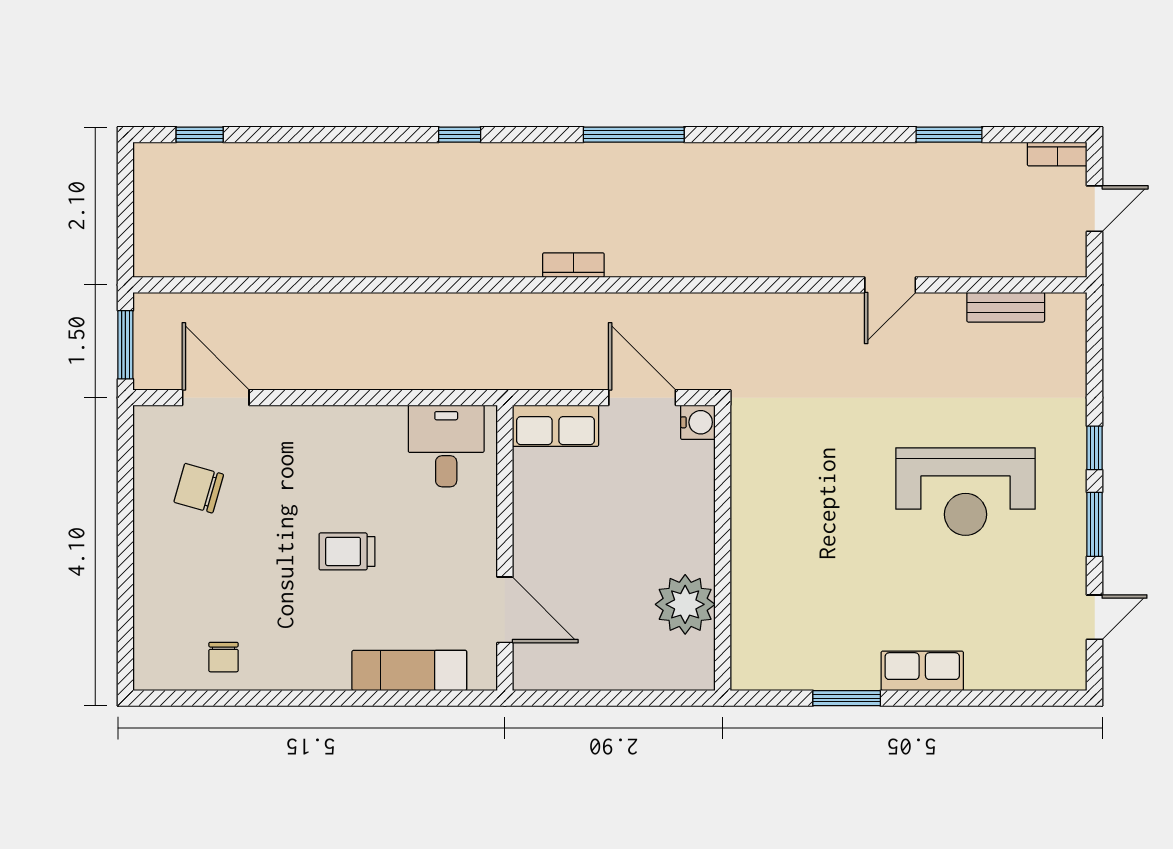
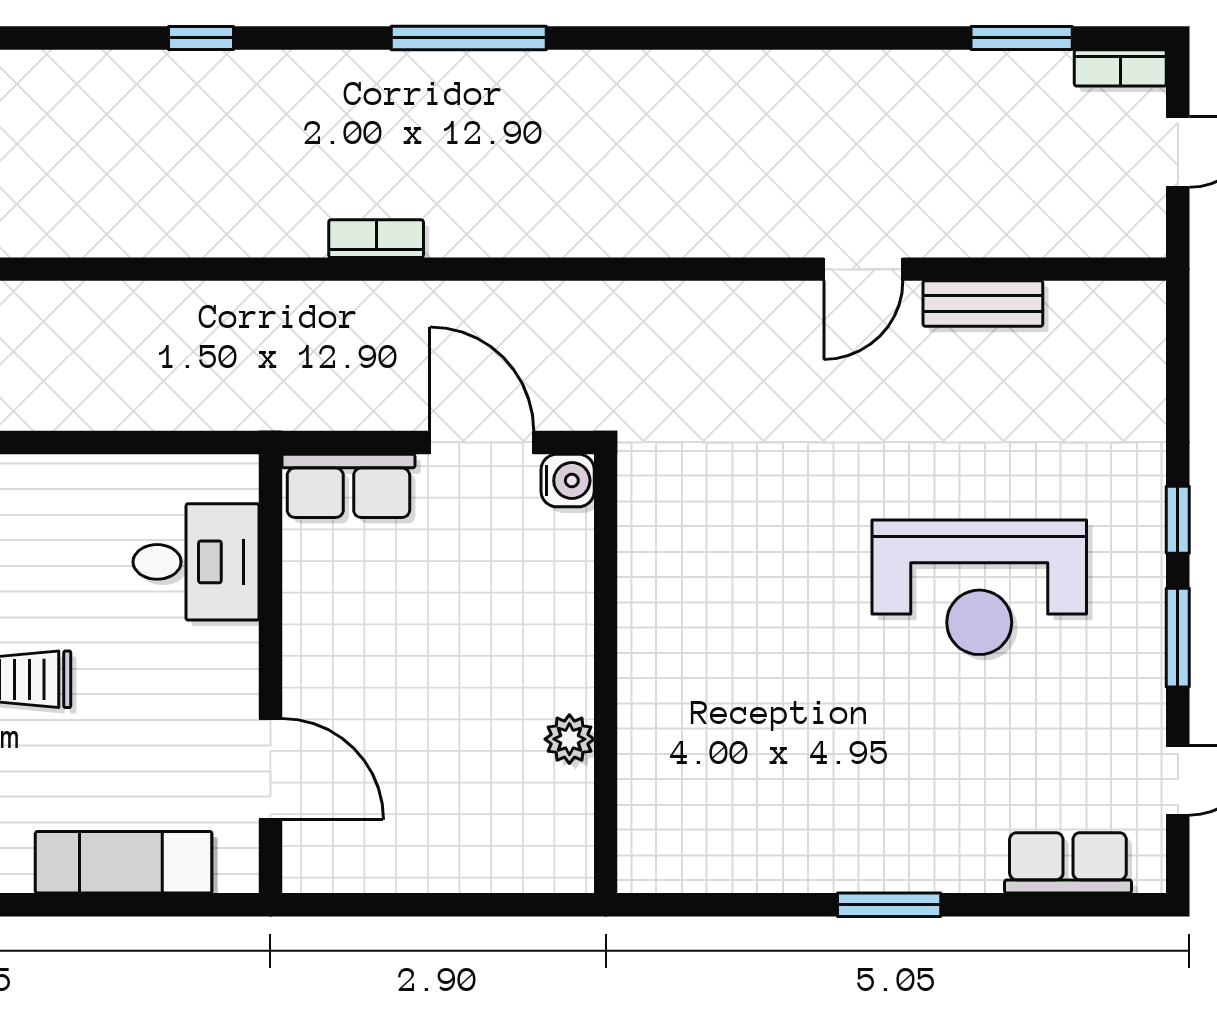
window: (949, 135) -> (1022, 38), moved
bench: (1006, 307) -> (983, 303), moved
desk: (446, 446) -> (196, 562), moved, turned 90
plant: (685, 604) -> (569, 739), width x0.53, depth x0.53
row of seats: (922, 671) -> (1068, 863), moved
window: (847, 698) -> (889, 905), moved

